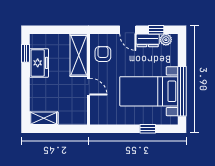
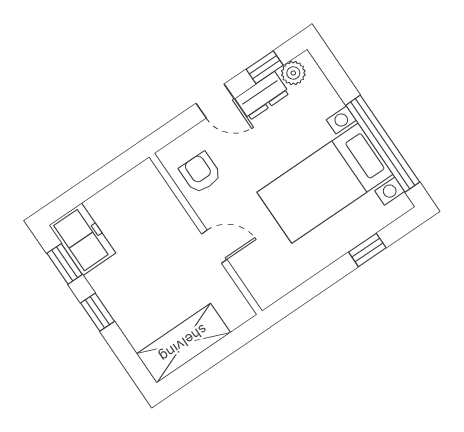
shelving: (79, 55) -> (160, 204), removed
freezer: (39, 63) -> (82, 239), moved
window: (25, 81) -> (97, 312), added
shelving: (44, 118) -> (183, 343), width x1.50, depth x1.33

